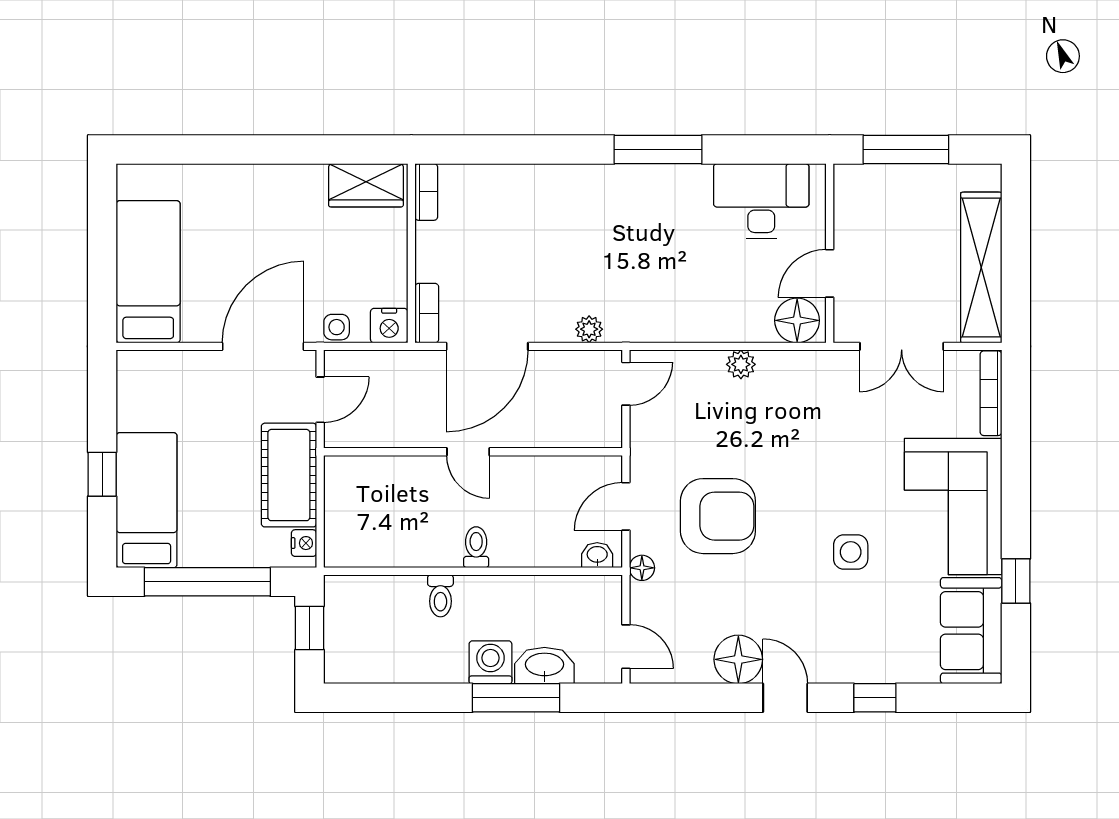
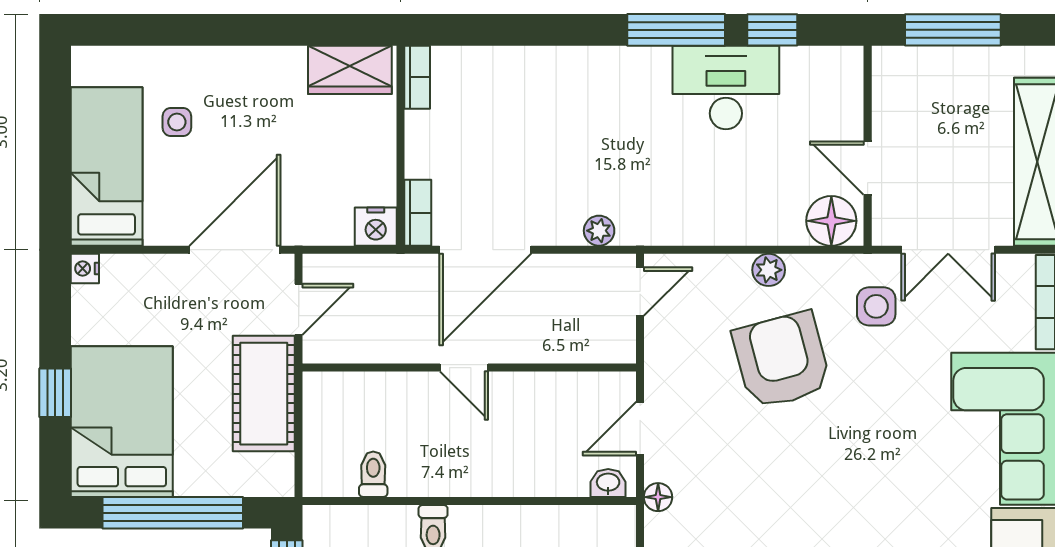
window: (744, 150) -> (772, 30), added
desk: (761, 201) -> (726, 88), moved
door: (830, 273) -> (868, 168), hinge flipped
side table: (337, 327) -> (177, 122), moved
bed: (147, 500) -> (122, 422), width x1.50
armchair: (718, 516) -> (782, 360), moved, turned -105
nightstand: (304, 543) -> (85, 269), moved, turned 180
toilet: (476, 547) -> (373, 474), moved
side table: (851, 552) -> (876, 306), moved

